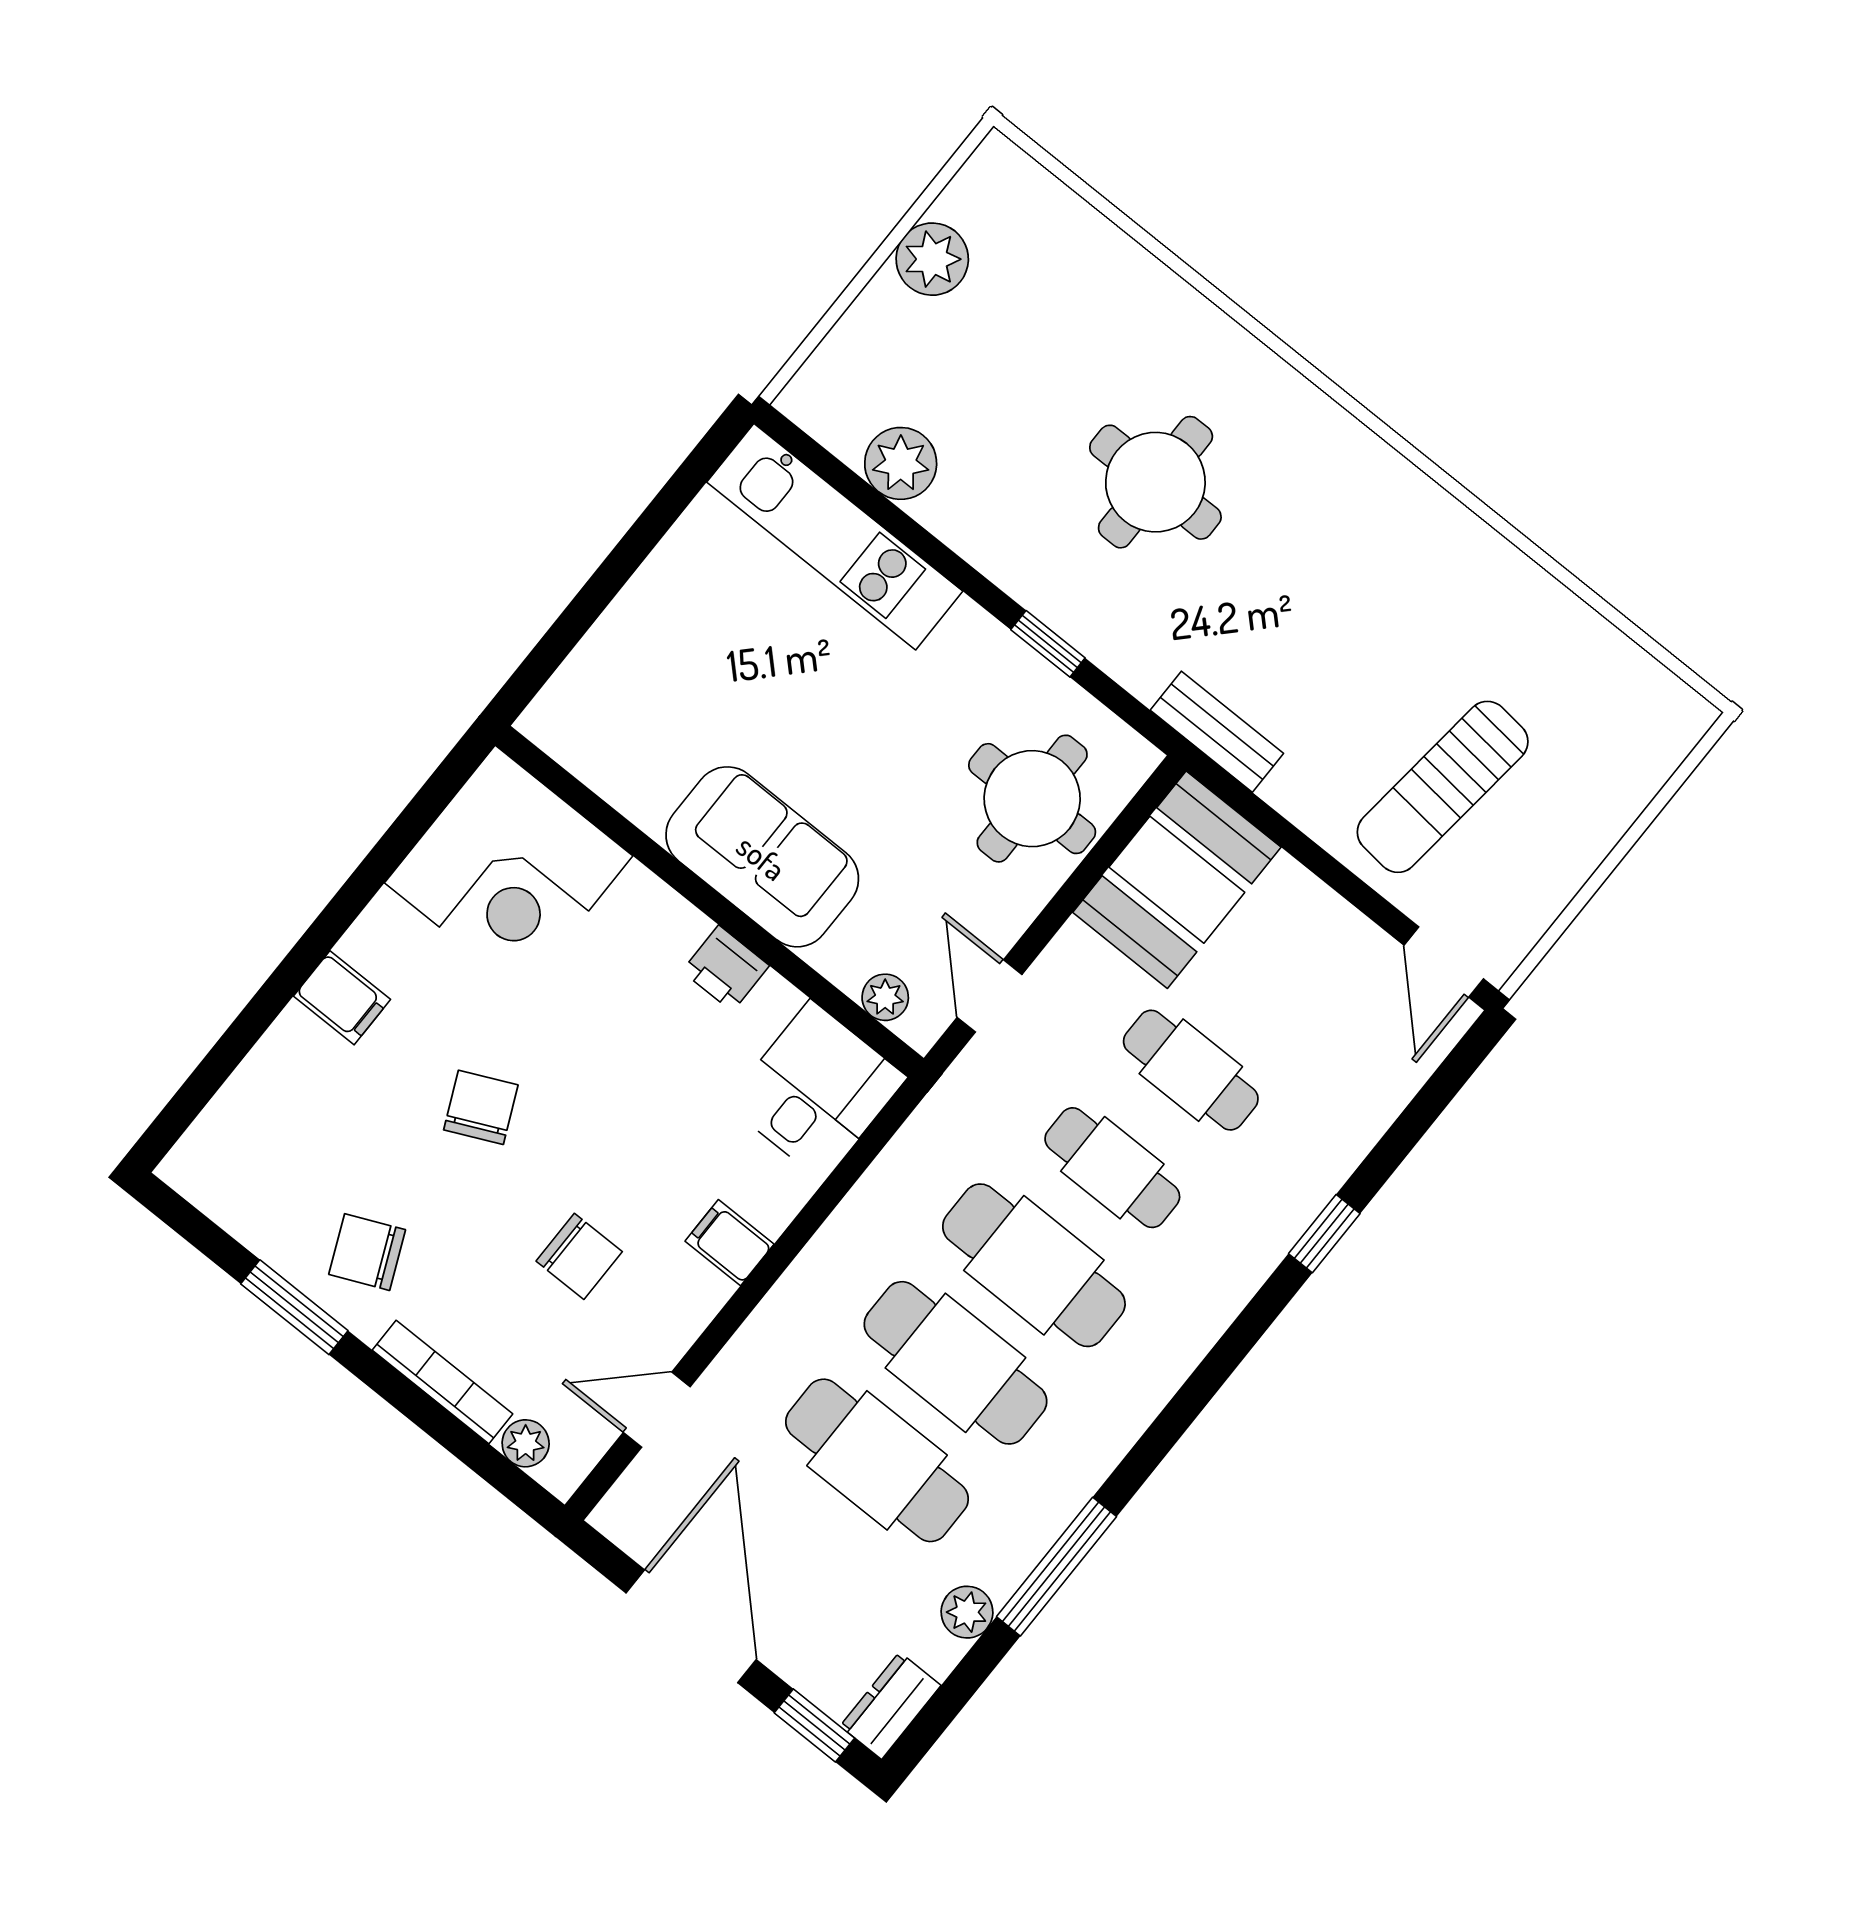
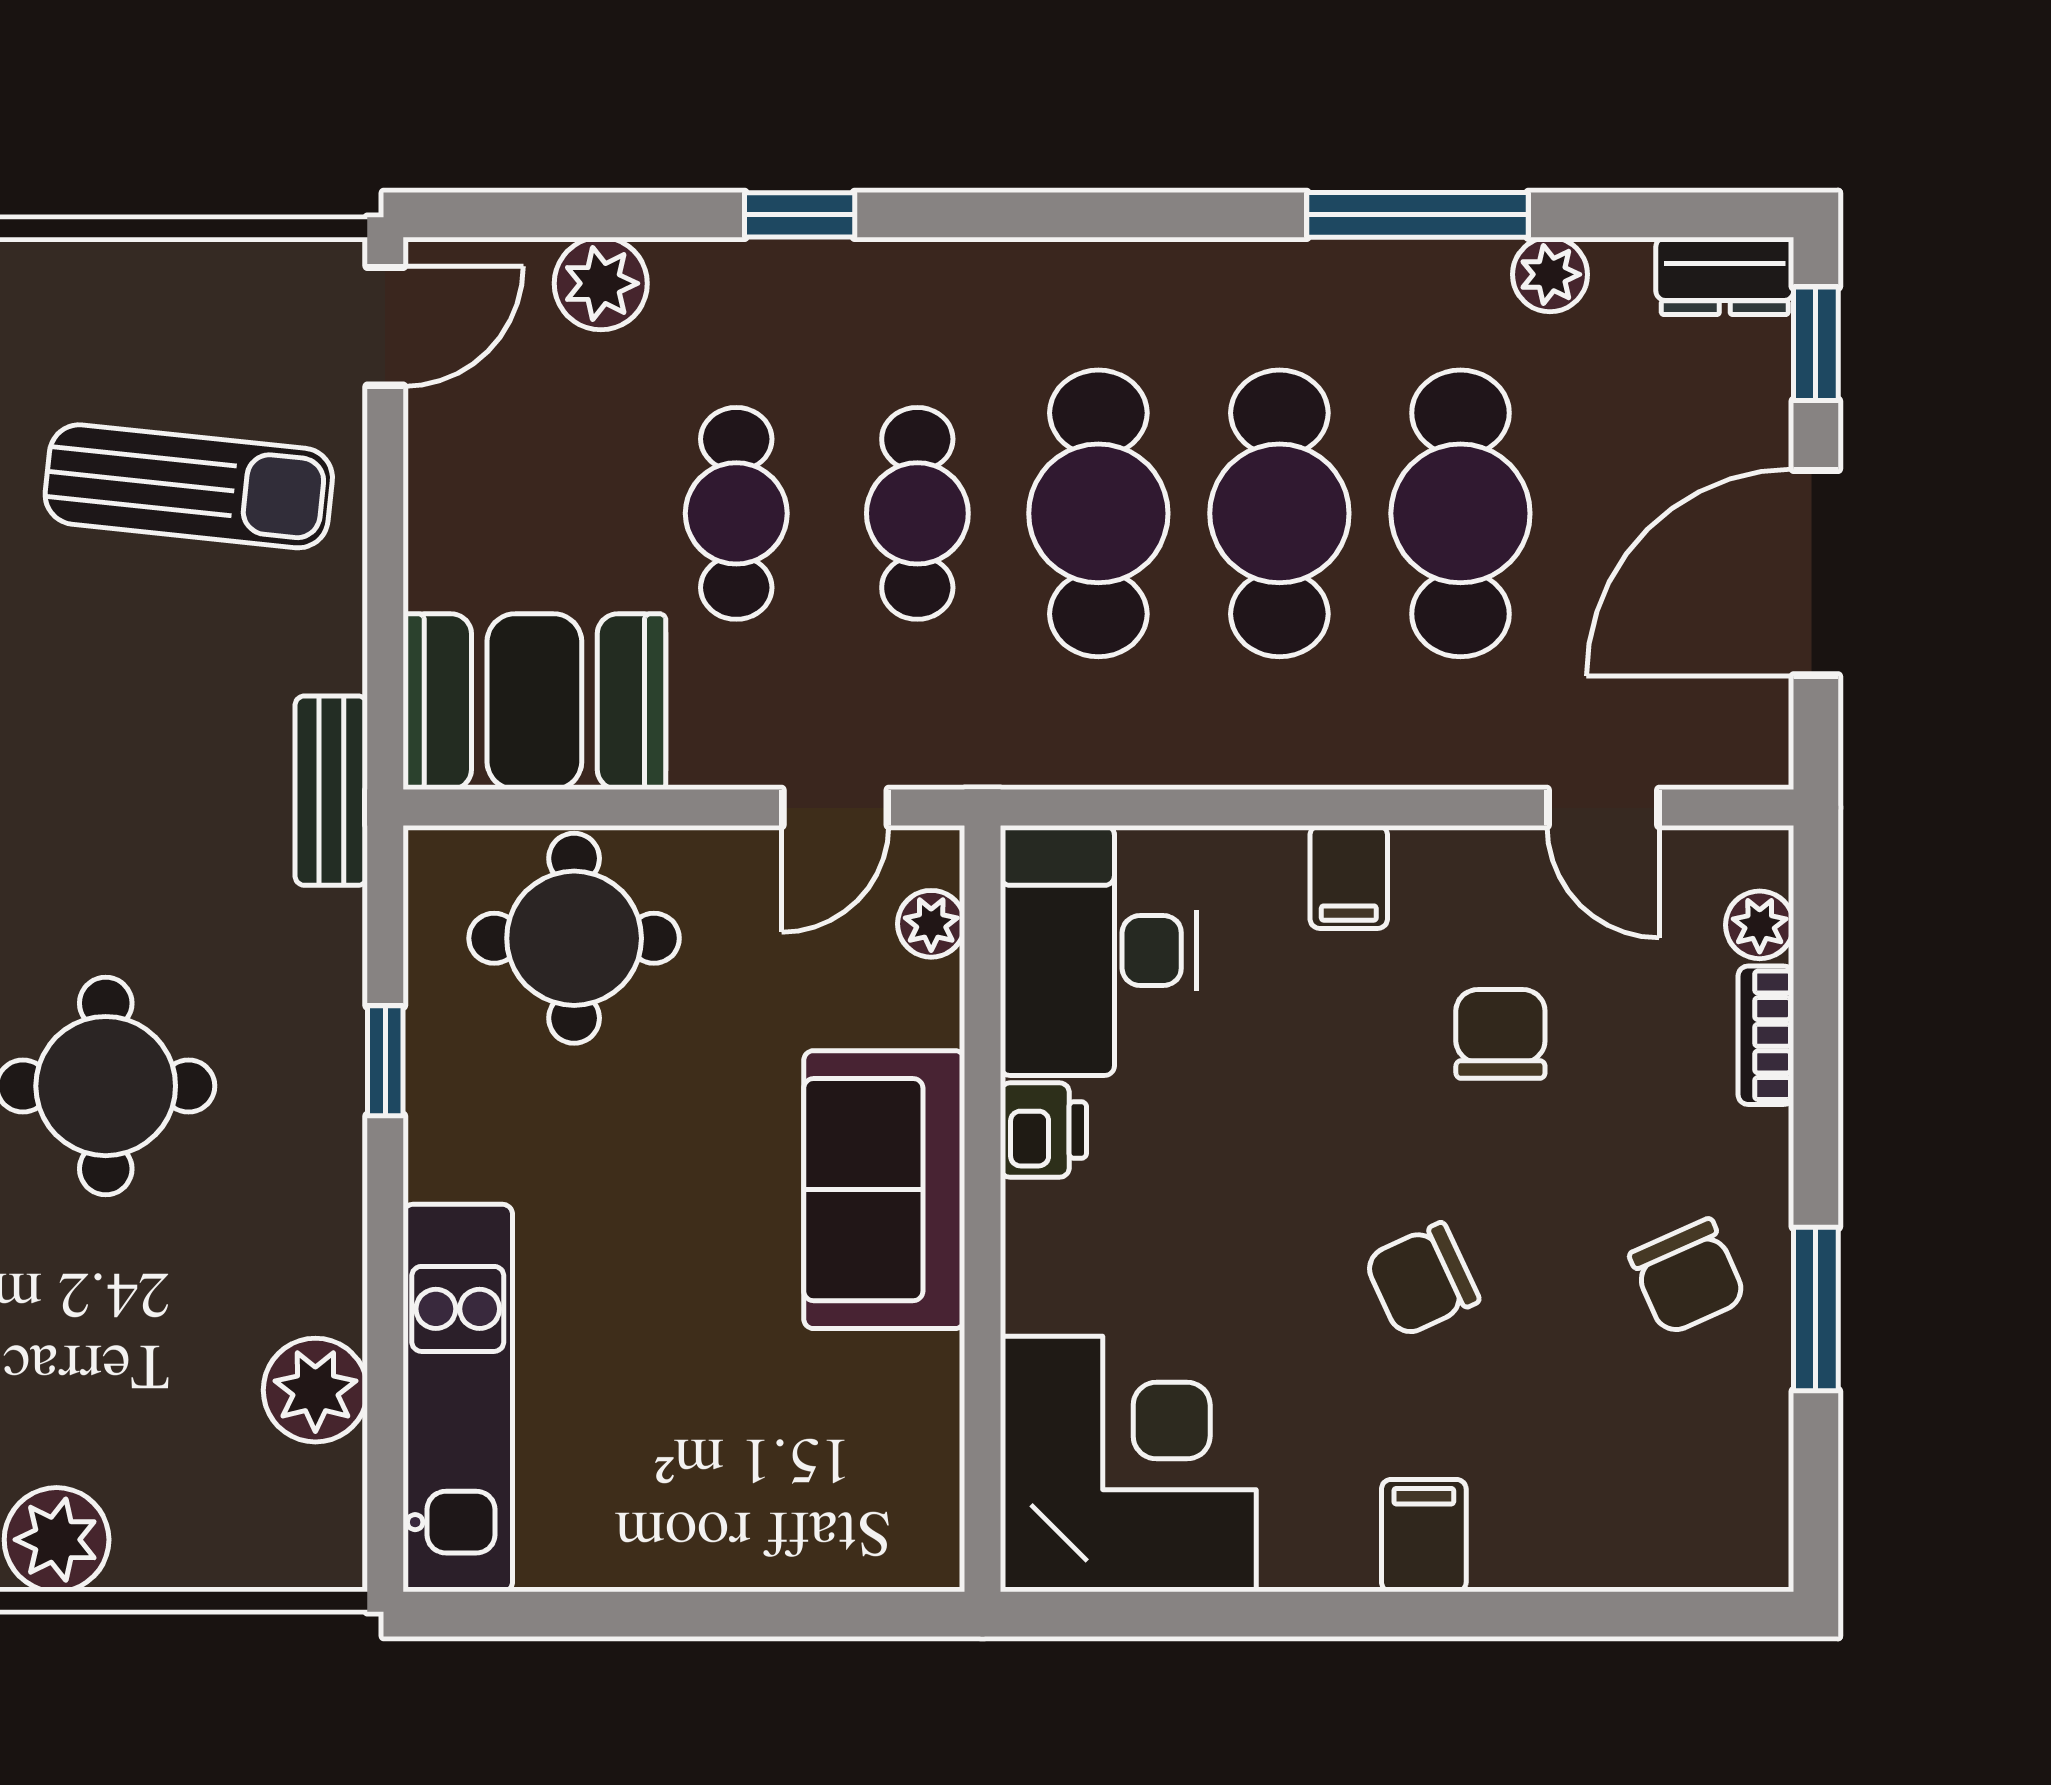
desk: (817, 1091) -> (1099, 950), width x1.37
plant: (1373, 1097) -> (601, 283), added
bookcase: (442, 1382) -> (1766, 1035), width x0.64

